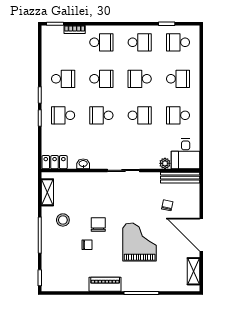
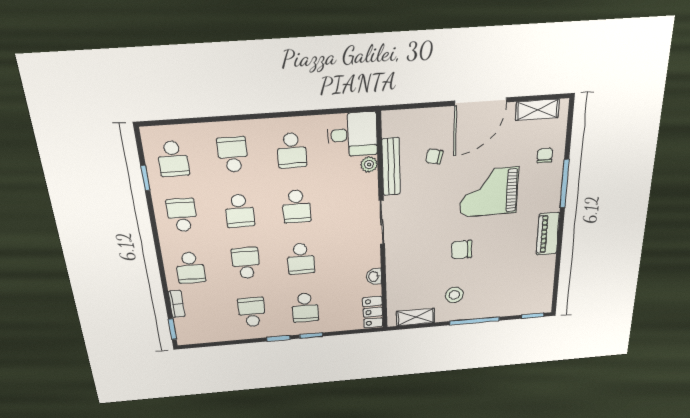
school desk: (101, 42) -> (190, 268), turned 180
school desk: (140, 115) -> (296, 206), turned 180
bench: (180, 178) -> (391, 167), moved
chair: (87, 245) -> (545, 156), moved

